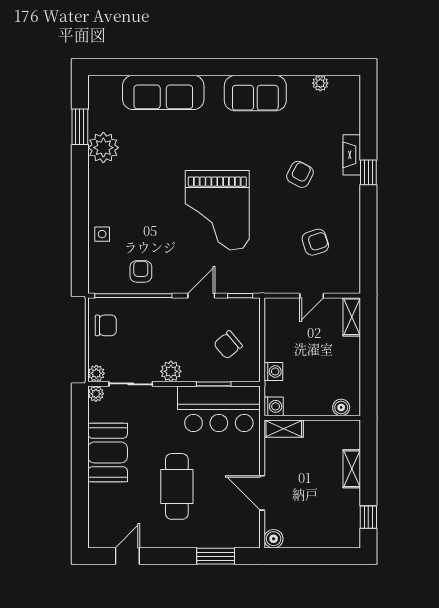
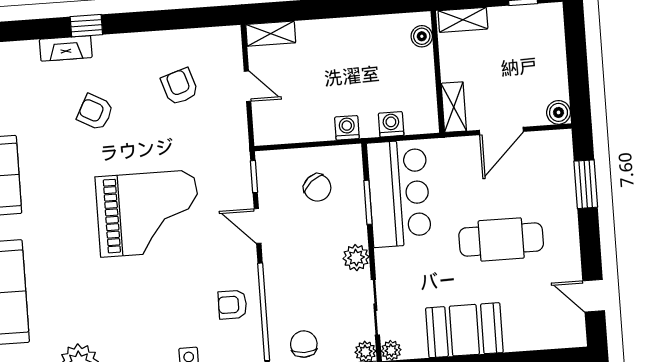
boiler: (341, 407) -> (422, 36), moved
wall: (312, 418) -> (438, 72), moved
shelving: (284, 429) -> (454, 107), moved

